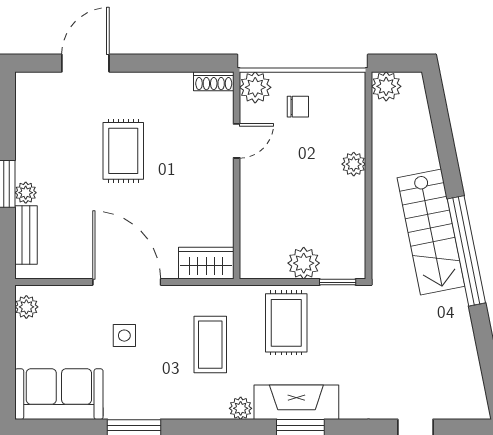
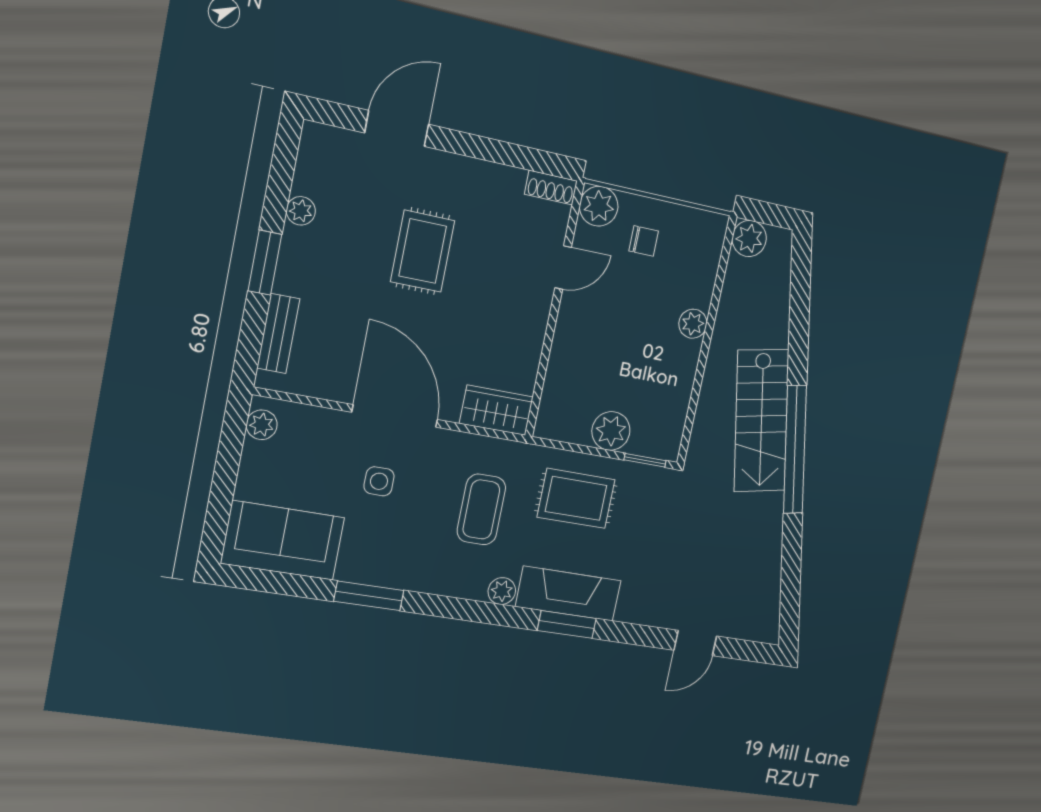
plant: (26, 193) -> (301, 211), moved
rug: (286, 323) -> (576, 498), turned 90

